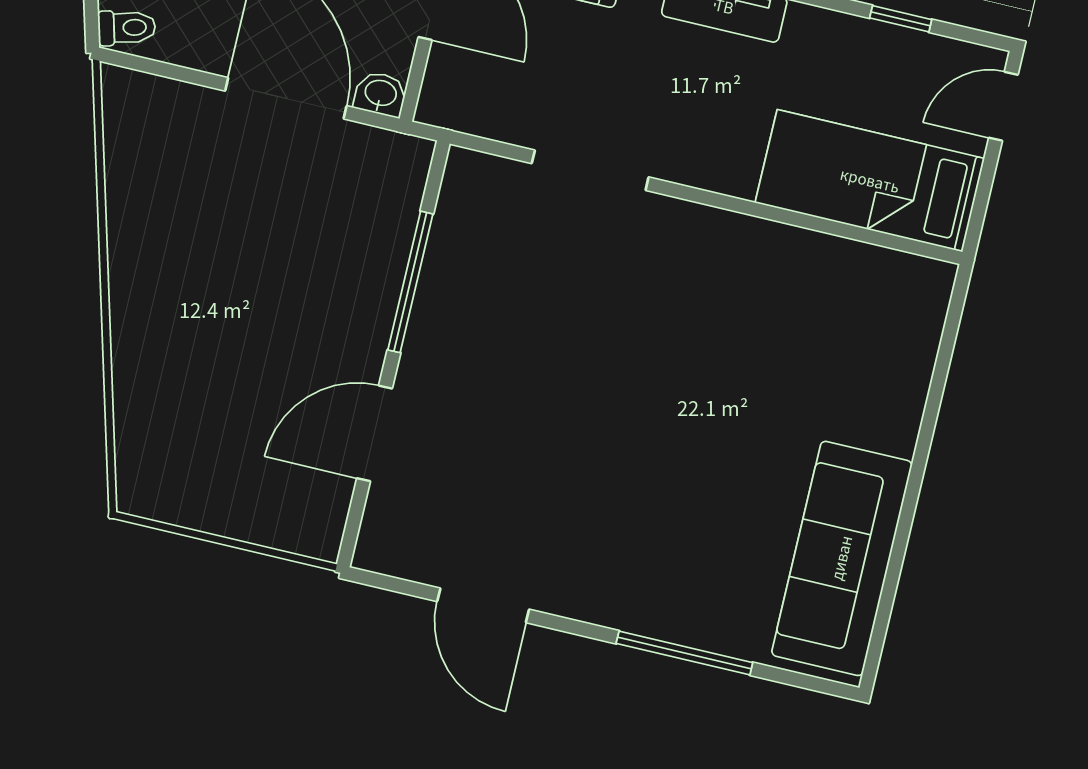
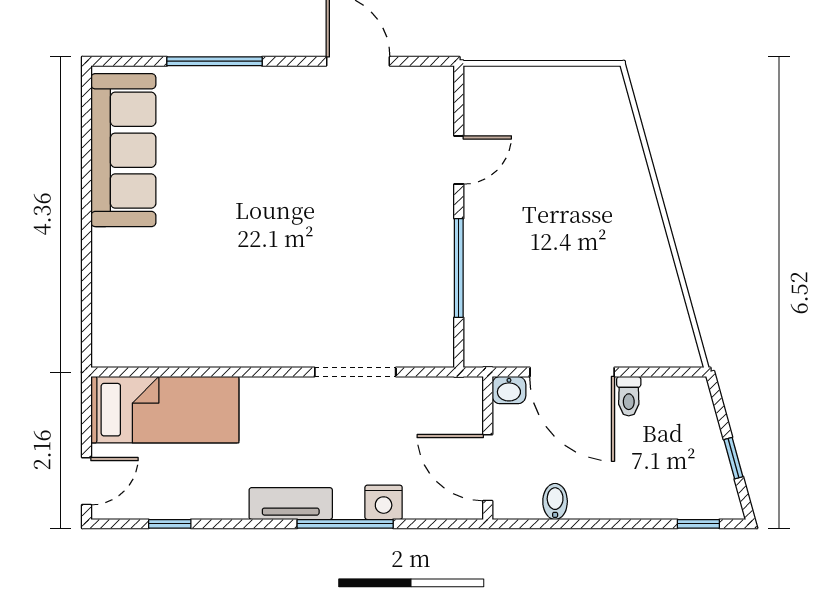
toilet: (127, 28) -> (629, 396), moved, turned -75
door: (375, 433) -> (459, 160), width x0.73

